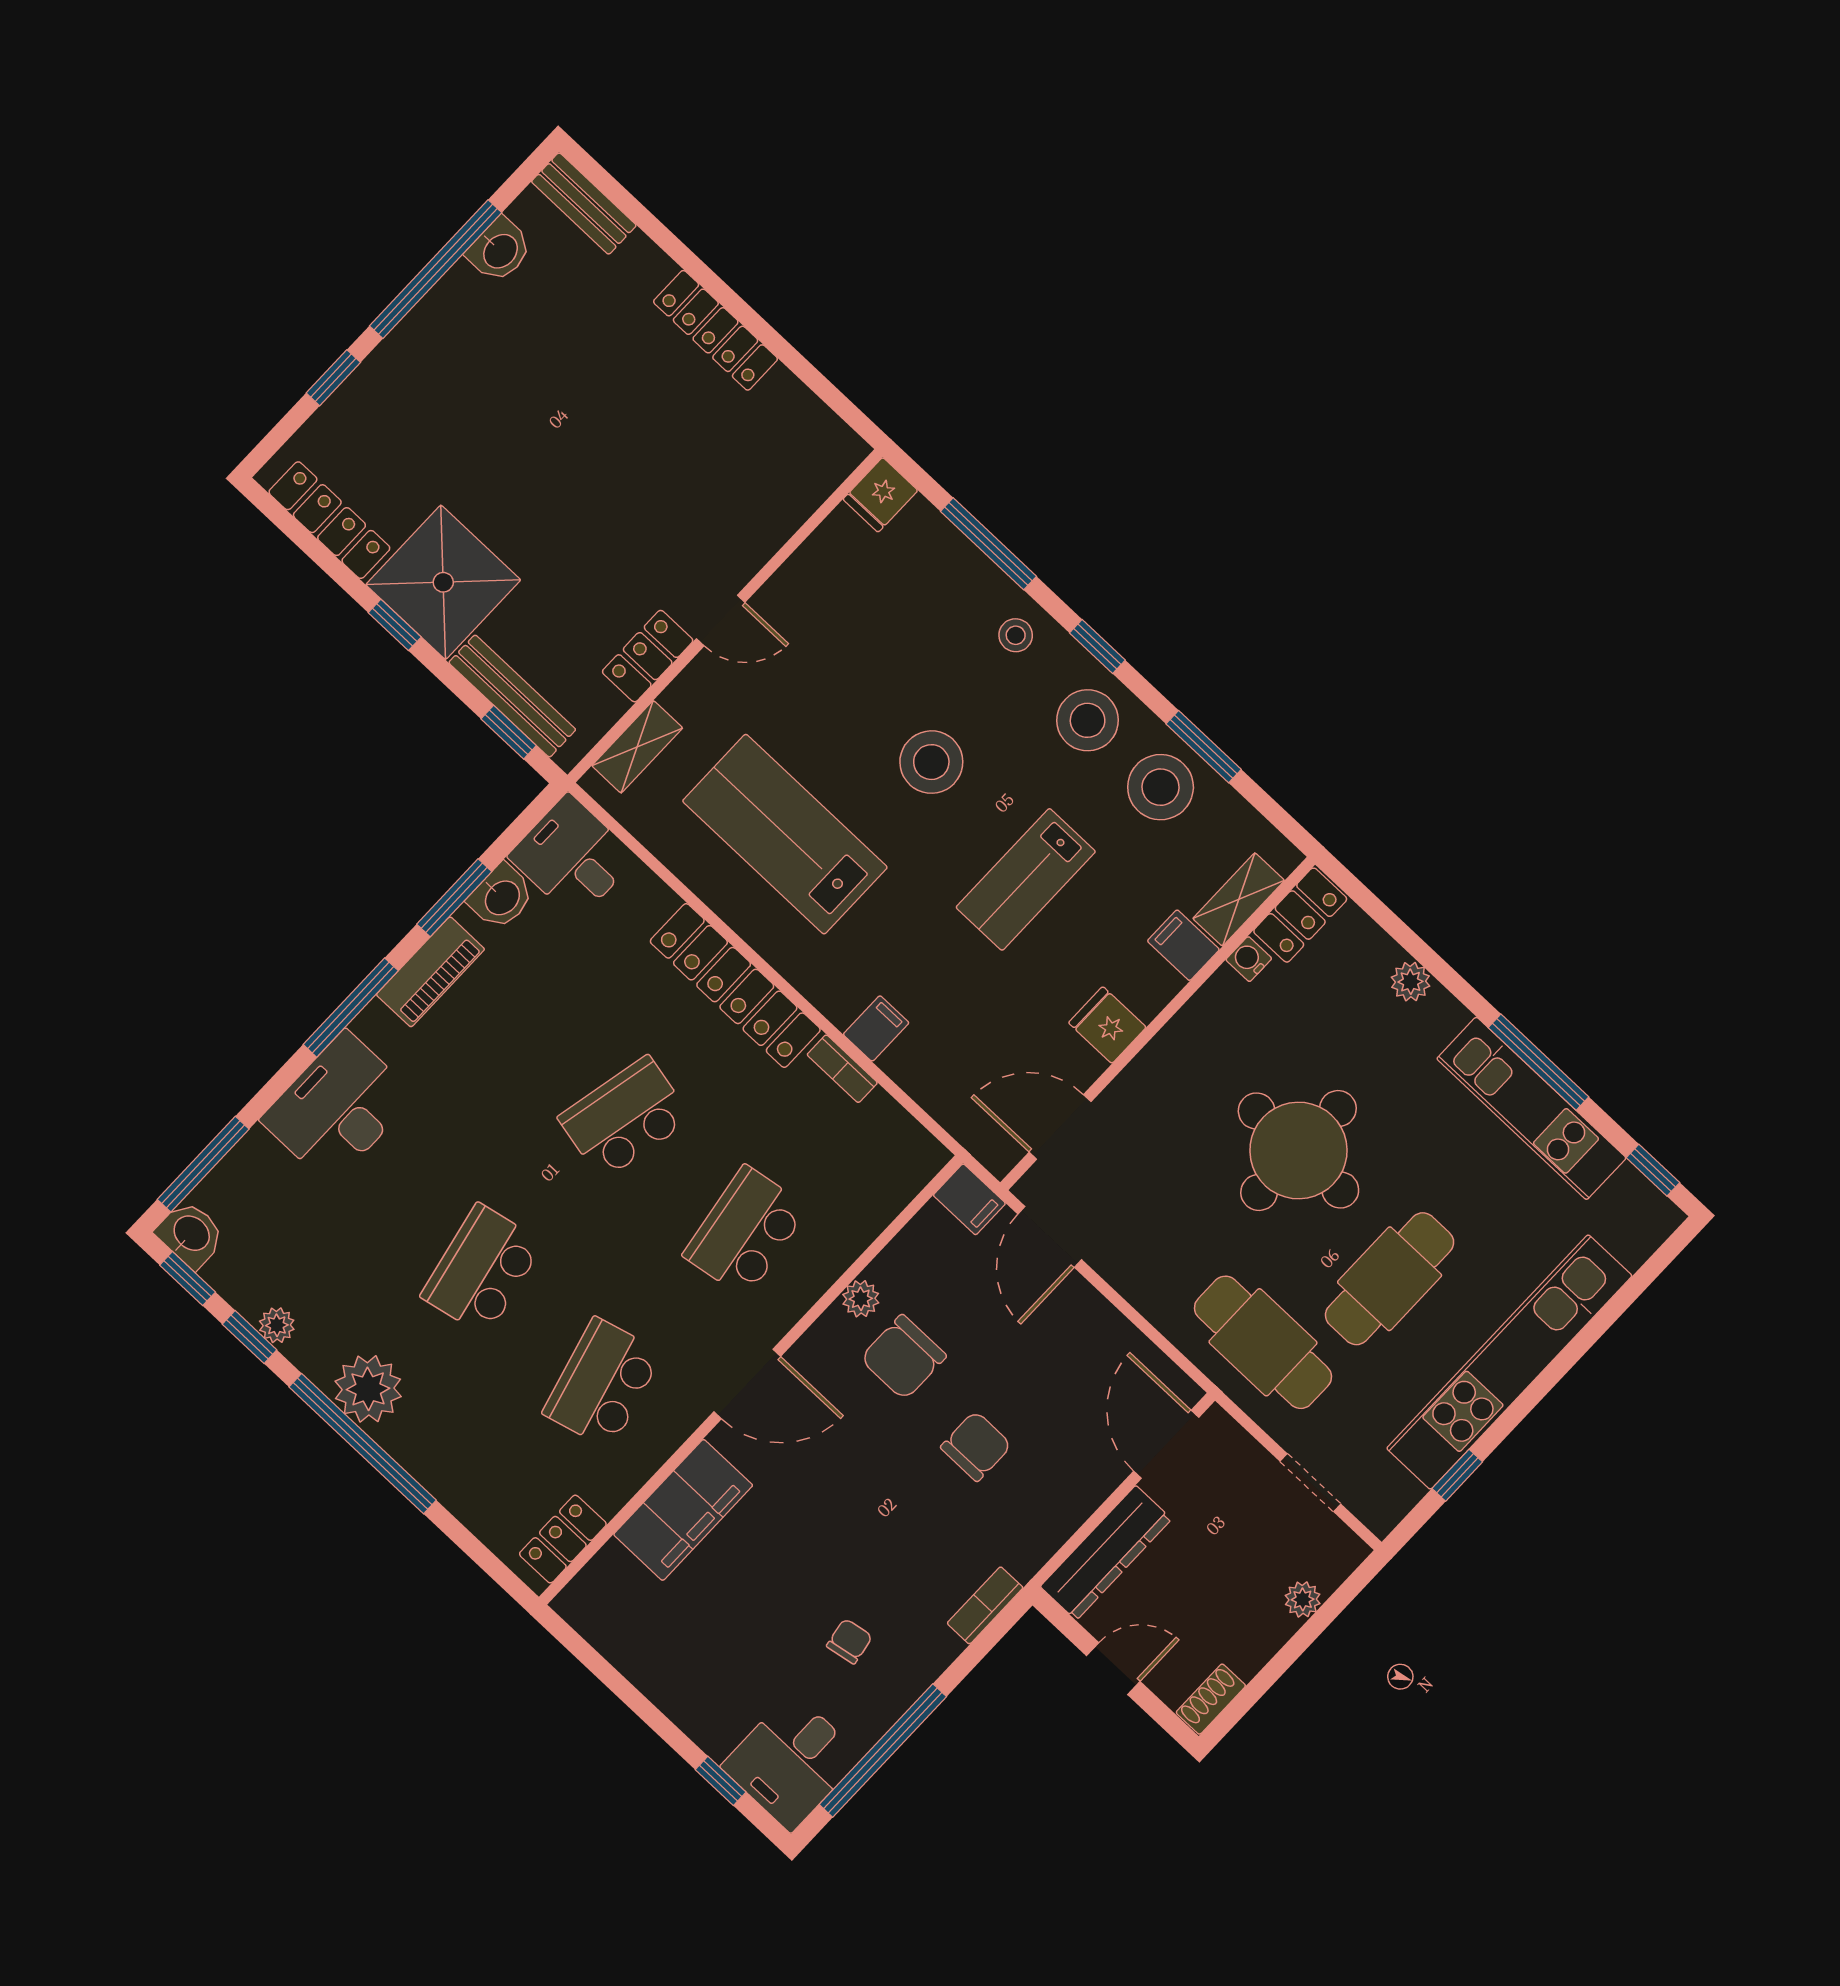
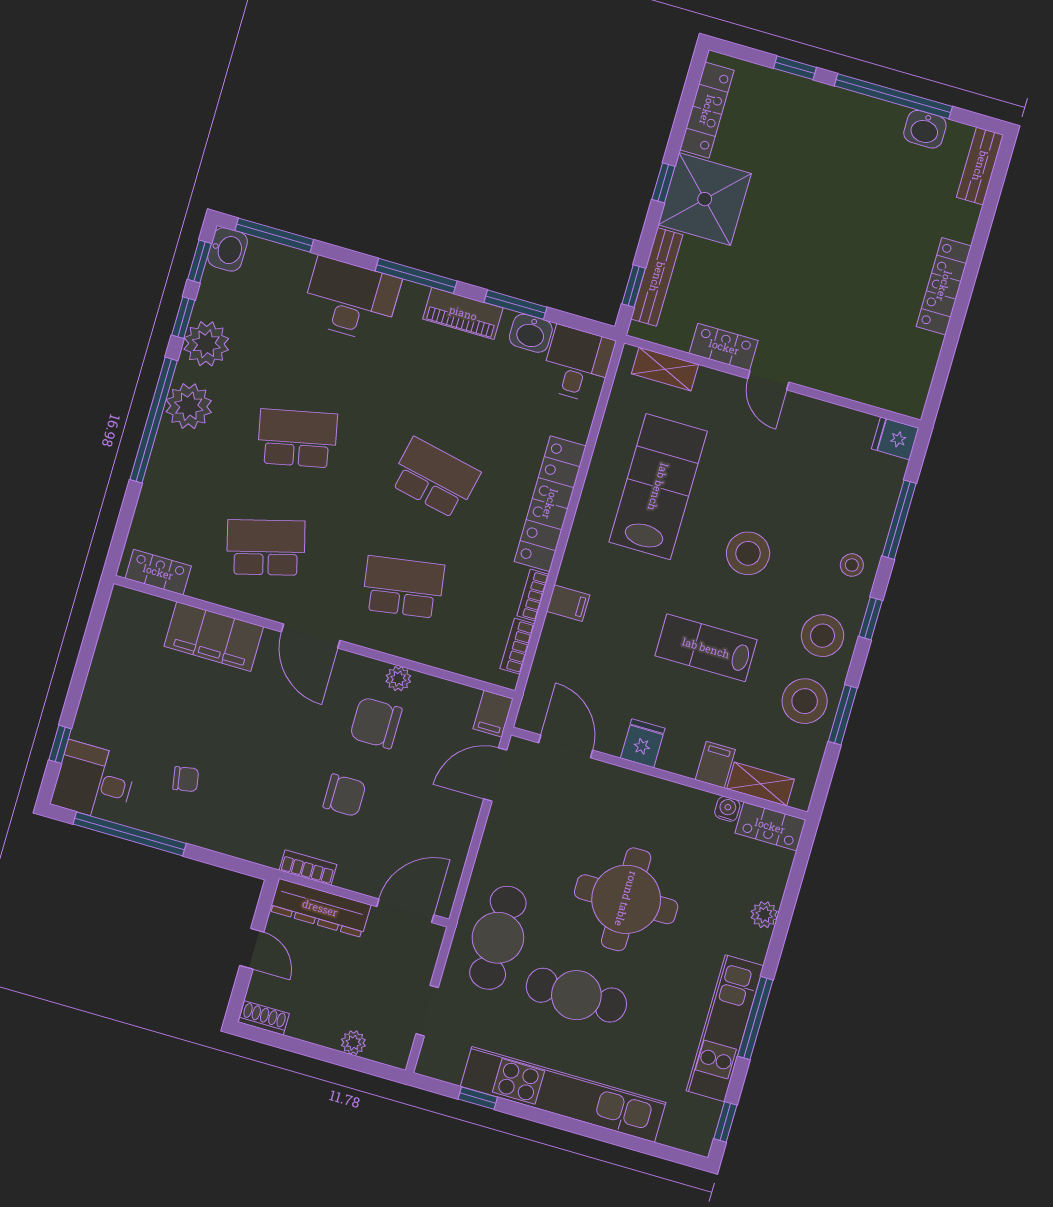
bookcase: (898, 1123) -> (517, 646), added
plant: (277, 1325) -> (206, 344), width x1.88, depth x1.88
bookcase: (985, 1605) -> (308, 867), moved

